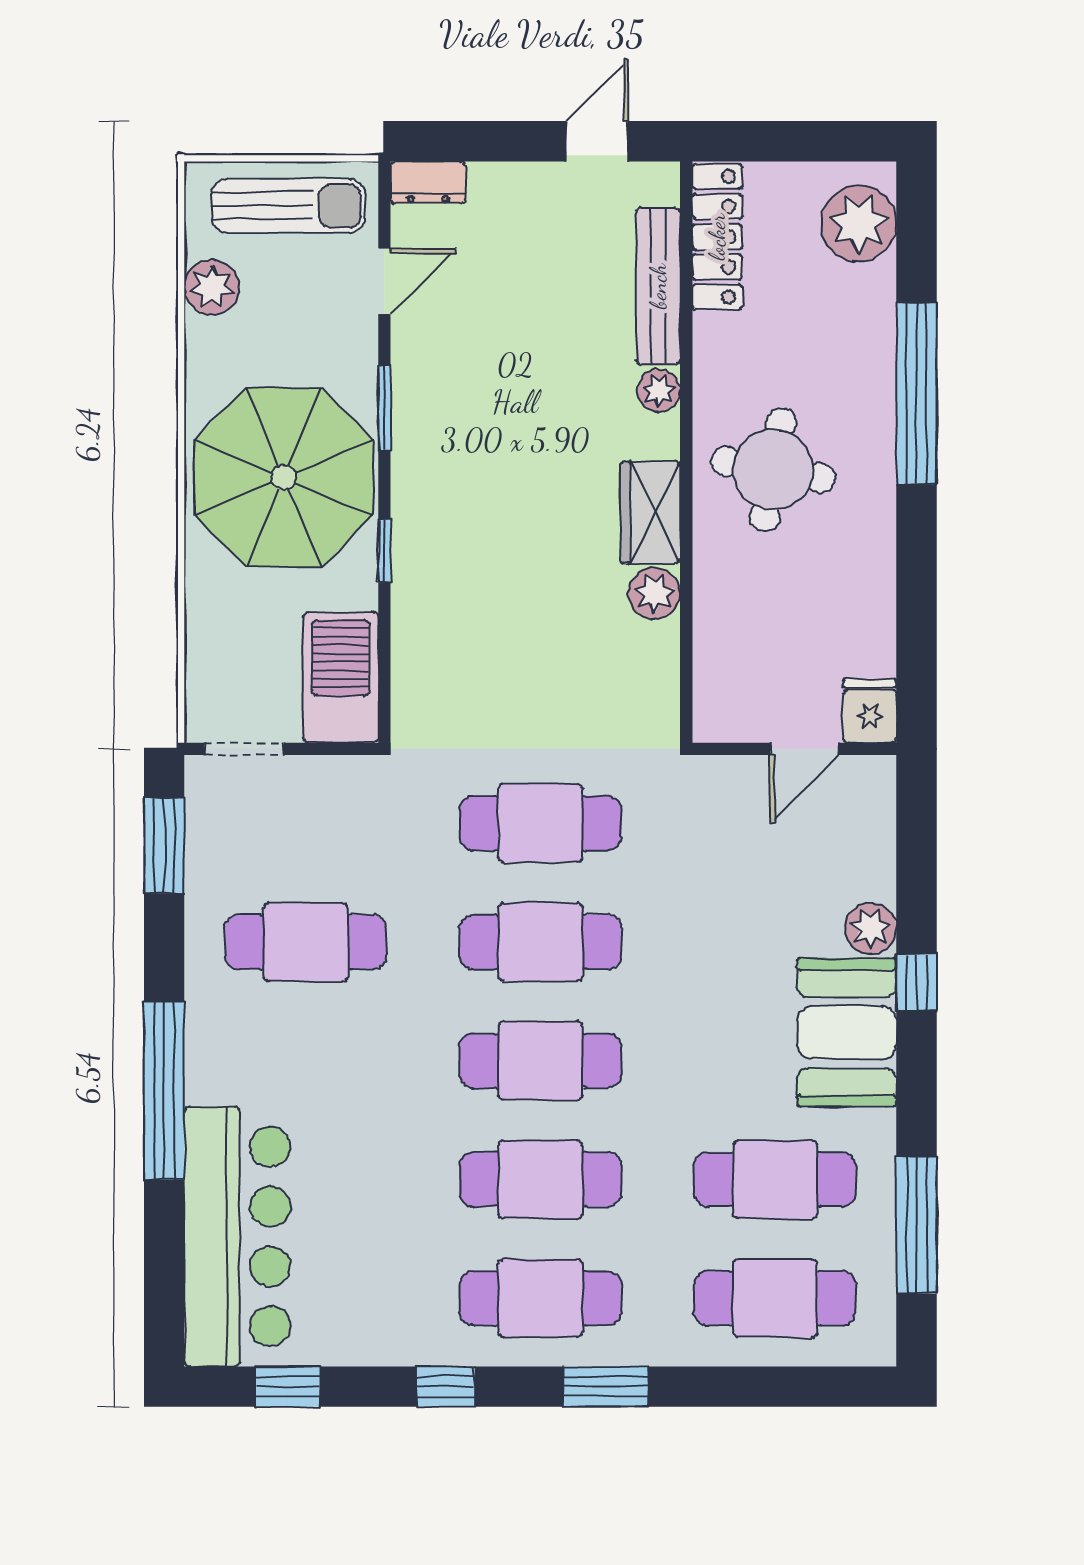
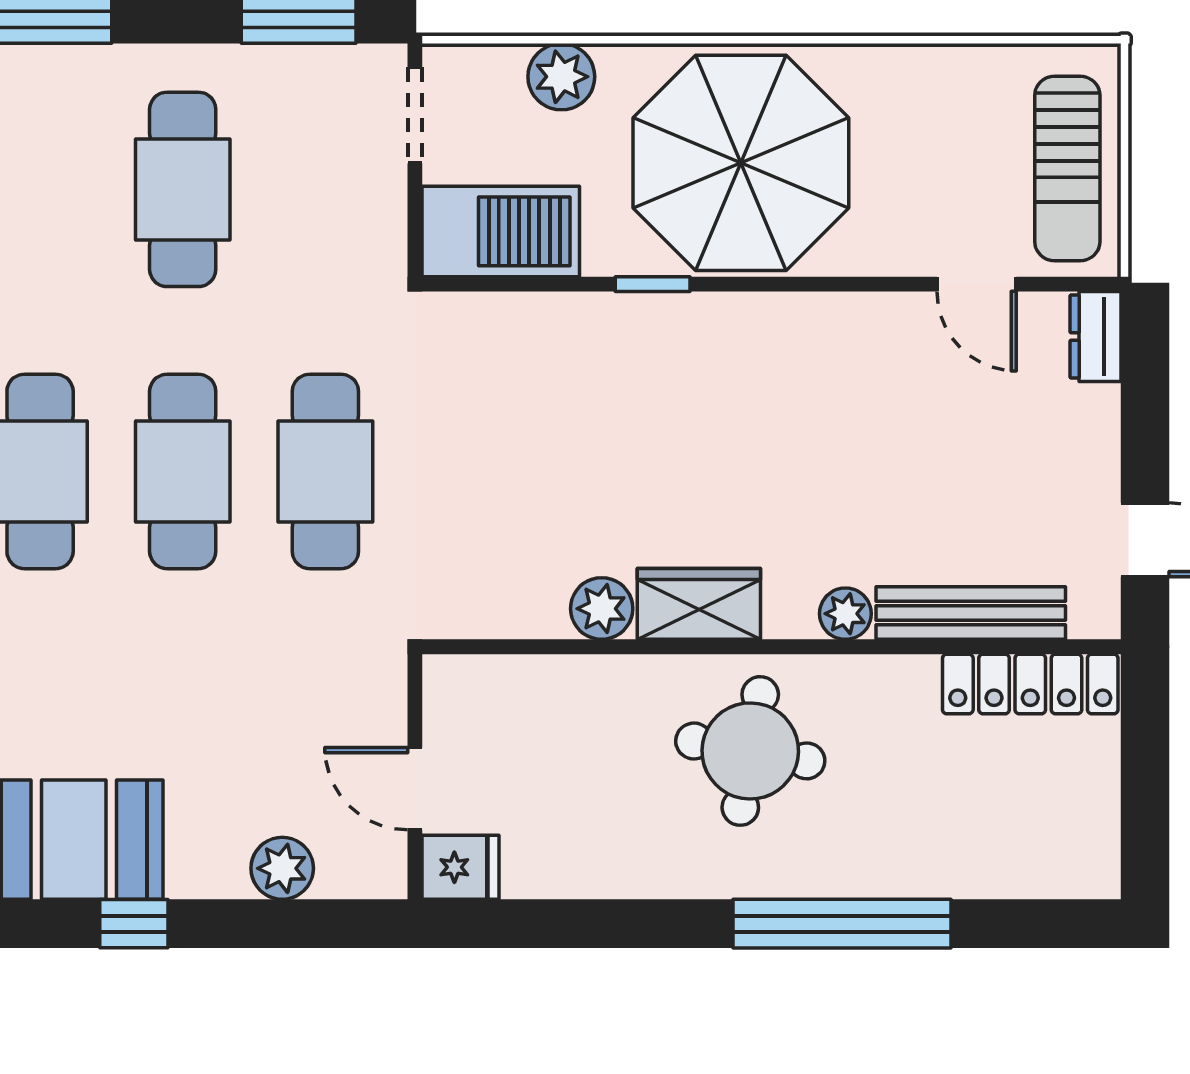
plant: (859, 223) -> (1046, 854), removed
plant: (212, 287) -> (561, 77), moved
window: (384, 408) -> (824, 284), removed
plant: (871, 929) -> (282, 868), moved

